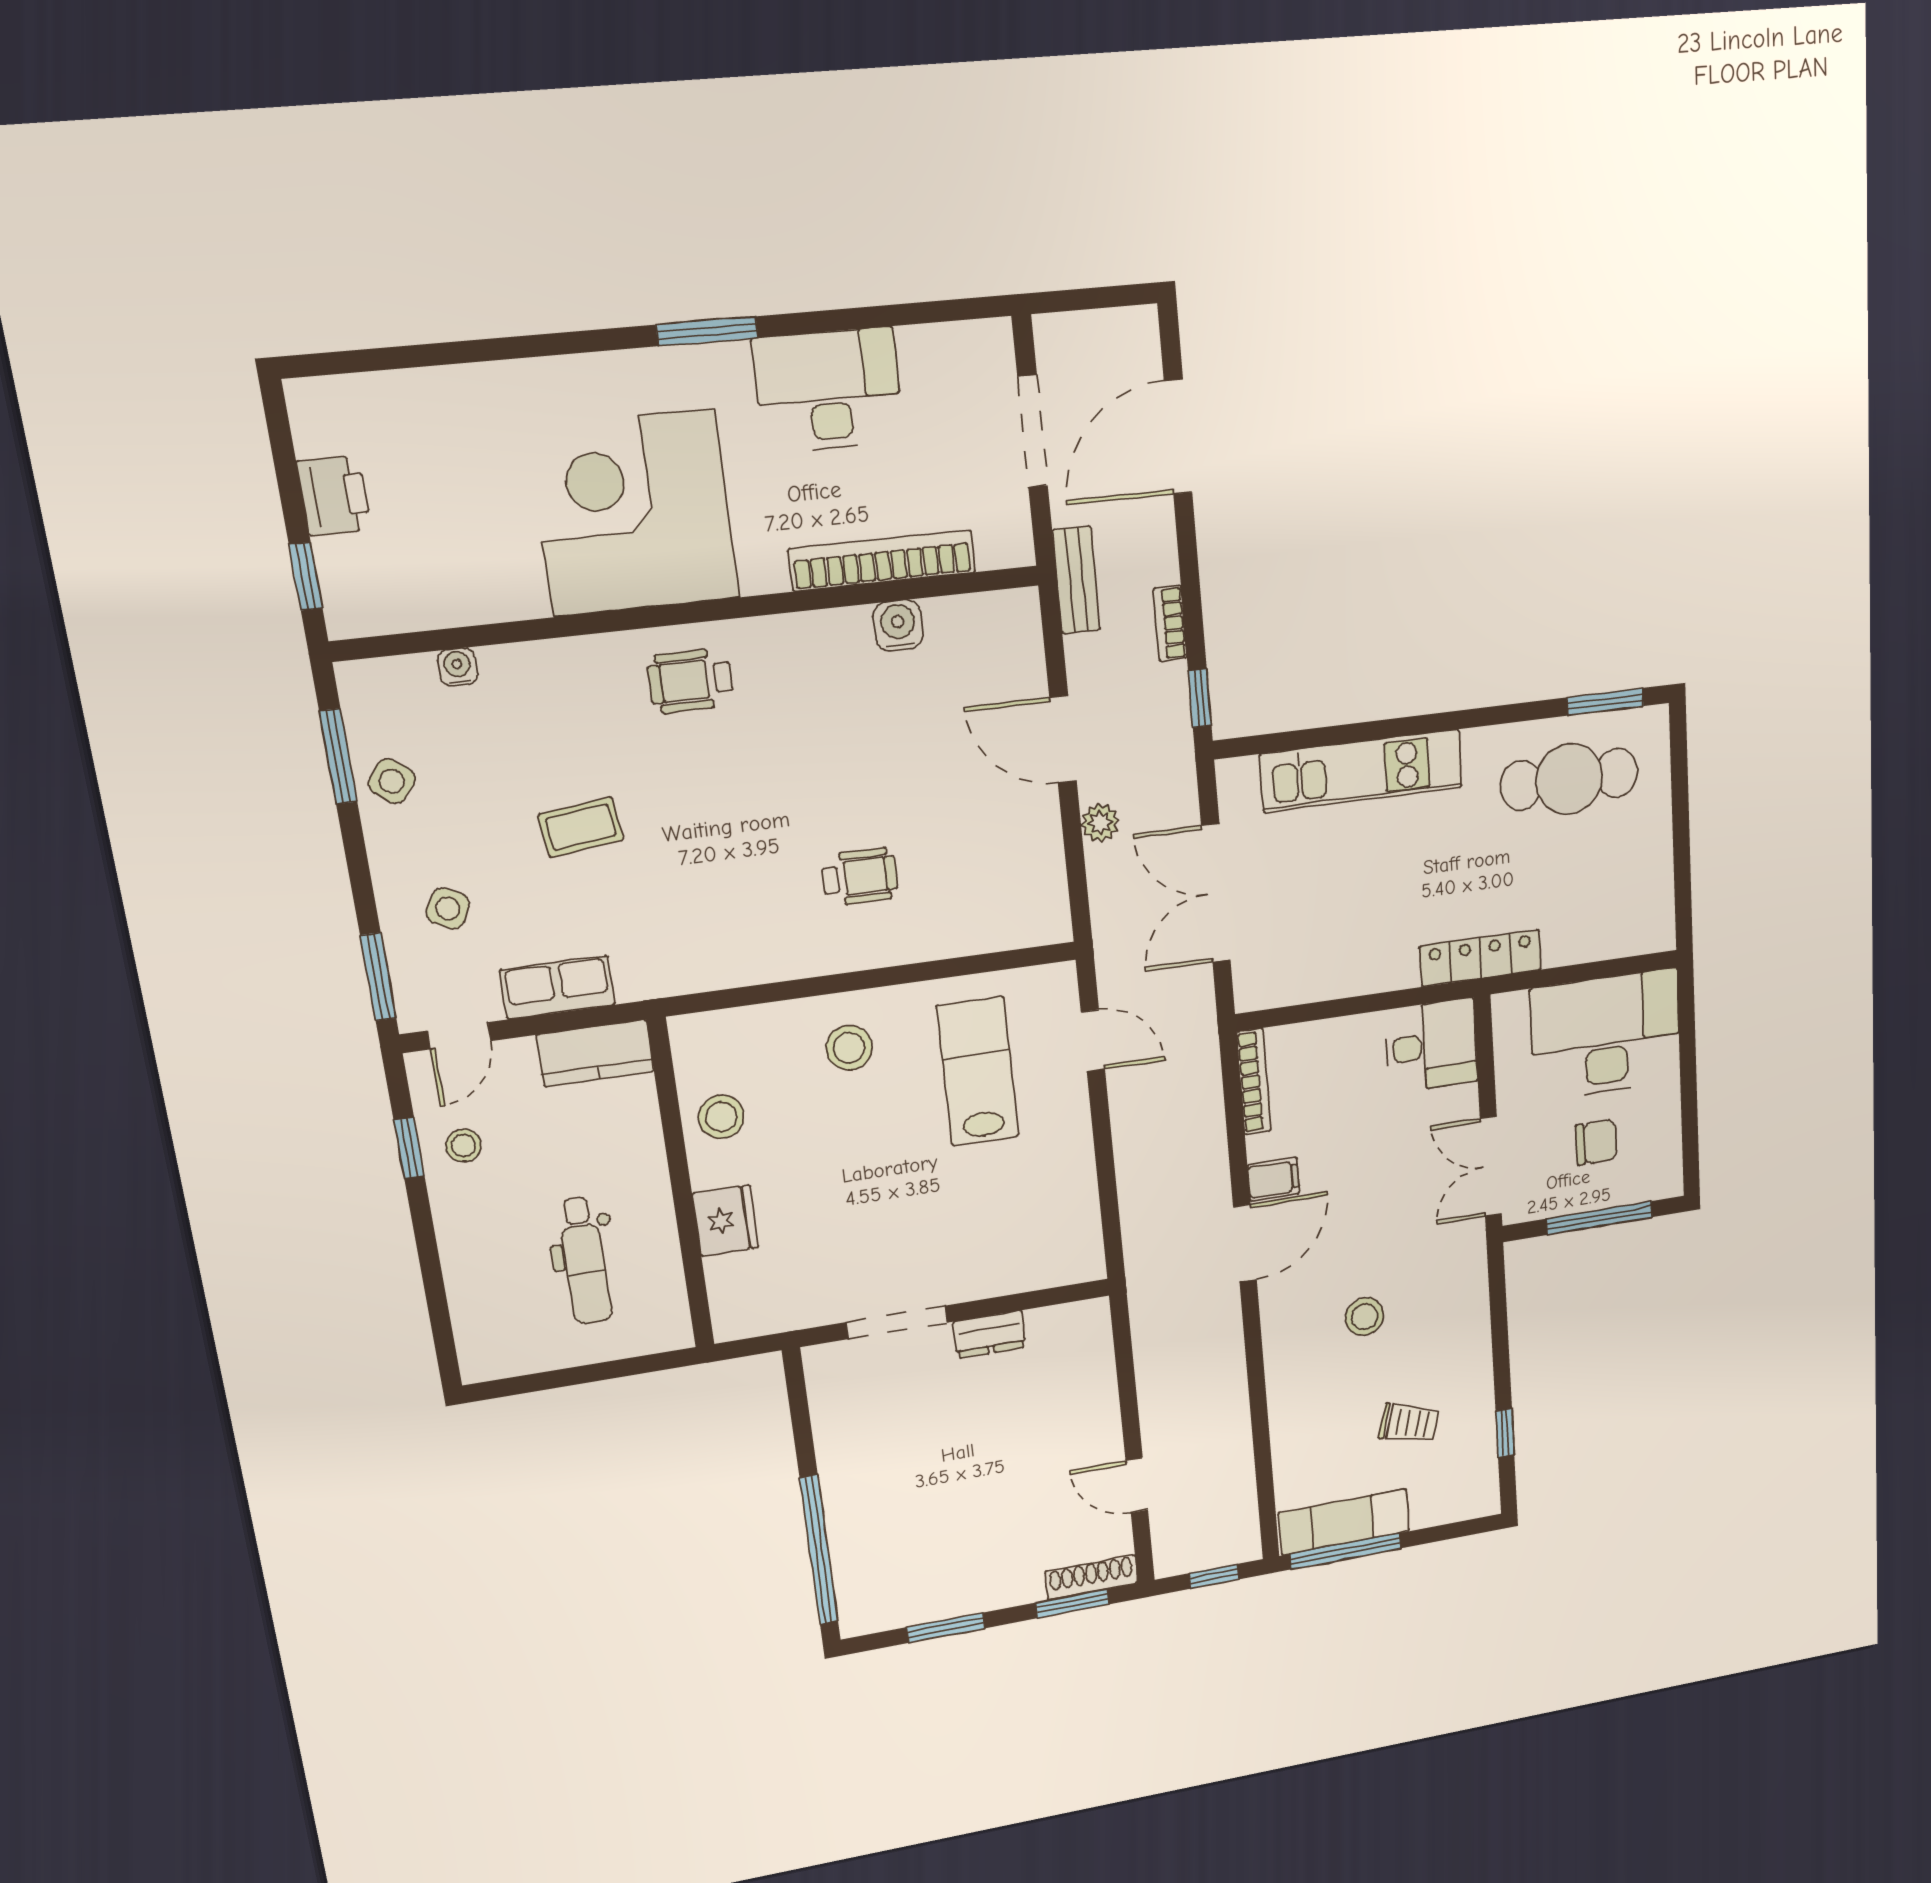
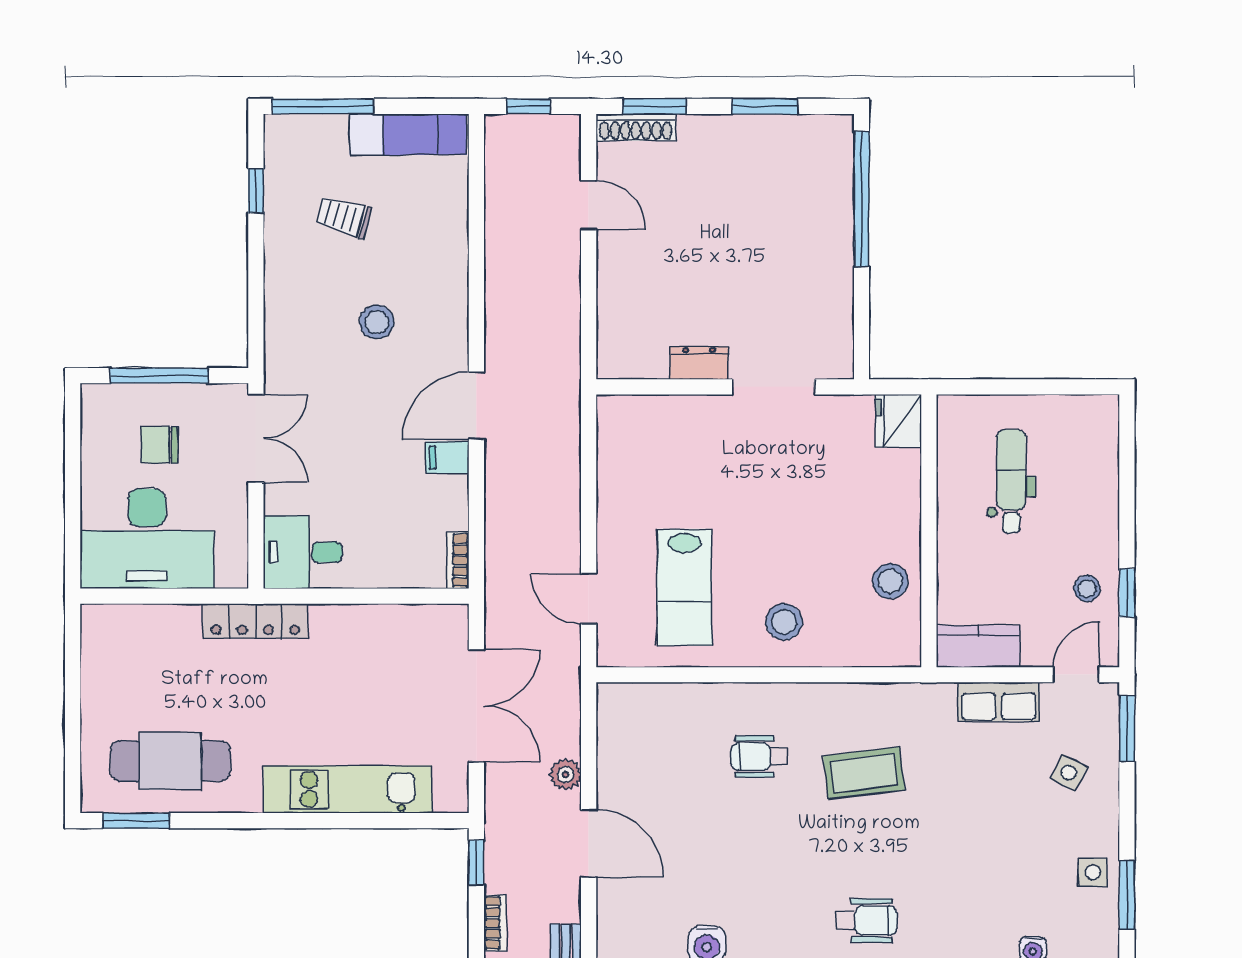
side table: (392, 781) -> (1093, 872), turned -38
coffee table: (581, 827) -> (864, 773), moved, width x1.36, depth x1.30
bookcase: (1254, 1082) -> (458, 560), width x0.64
fridge: (726, 1221) -> (898, 421), moved
window: (1346, 1551) -> (323, 106), moved

